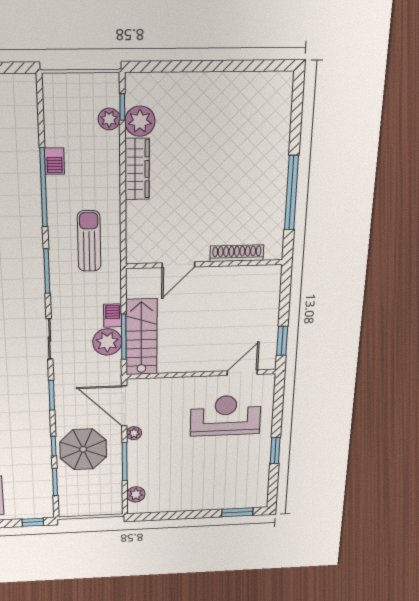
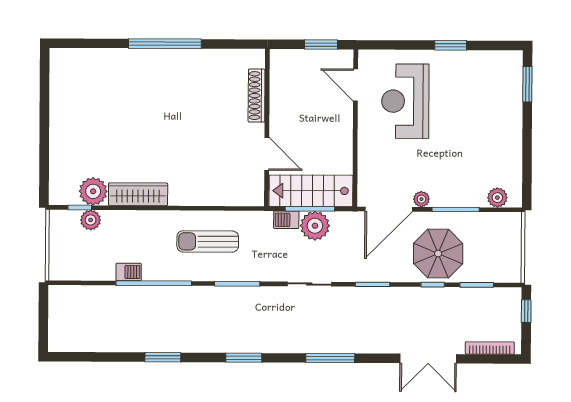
shoe rack: (237, 253) -> (257, 96), moved
wall: (205, 264) -> (267, 128), moved
door: (178, 265) -> (267, 154), moved

